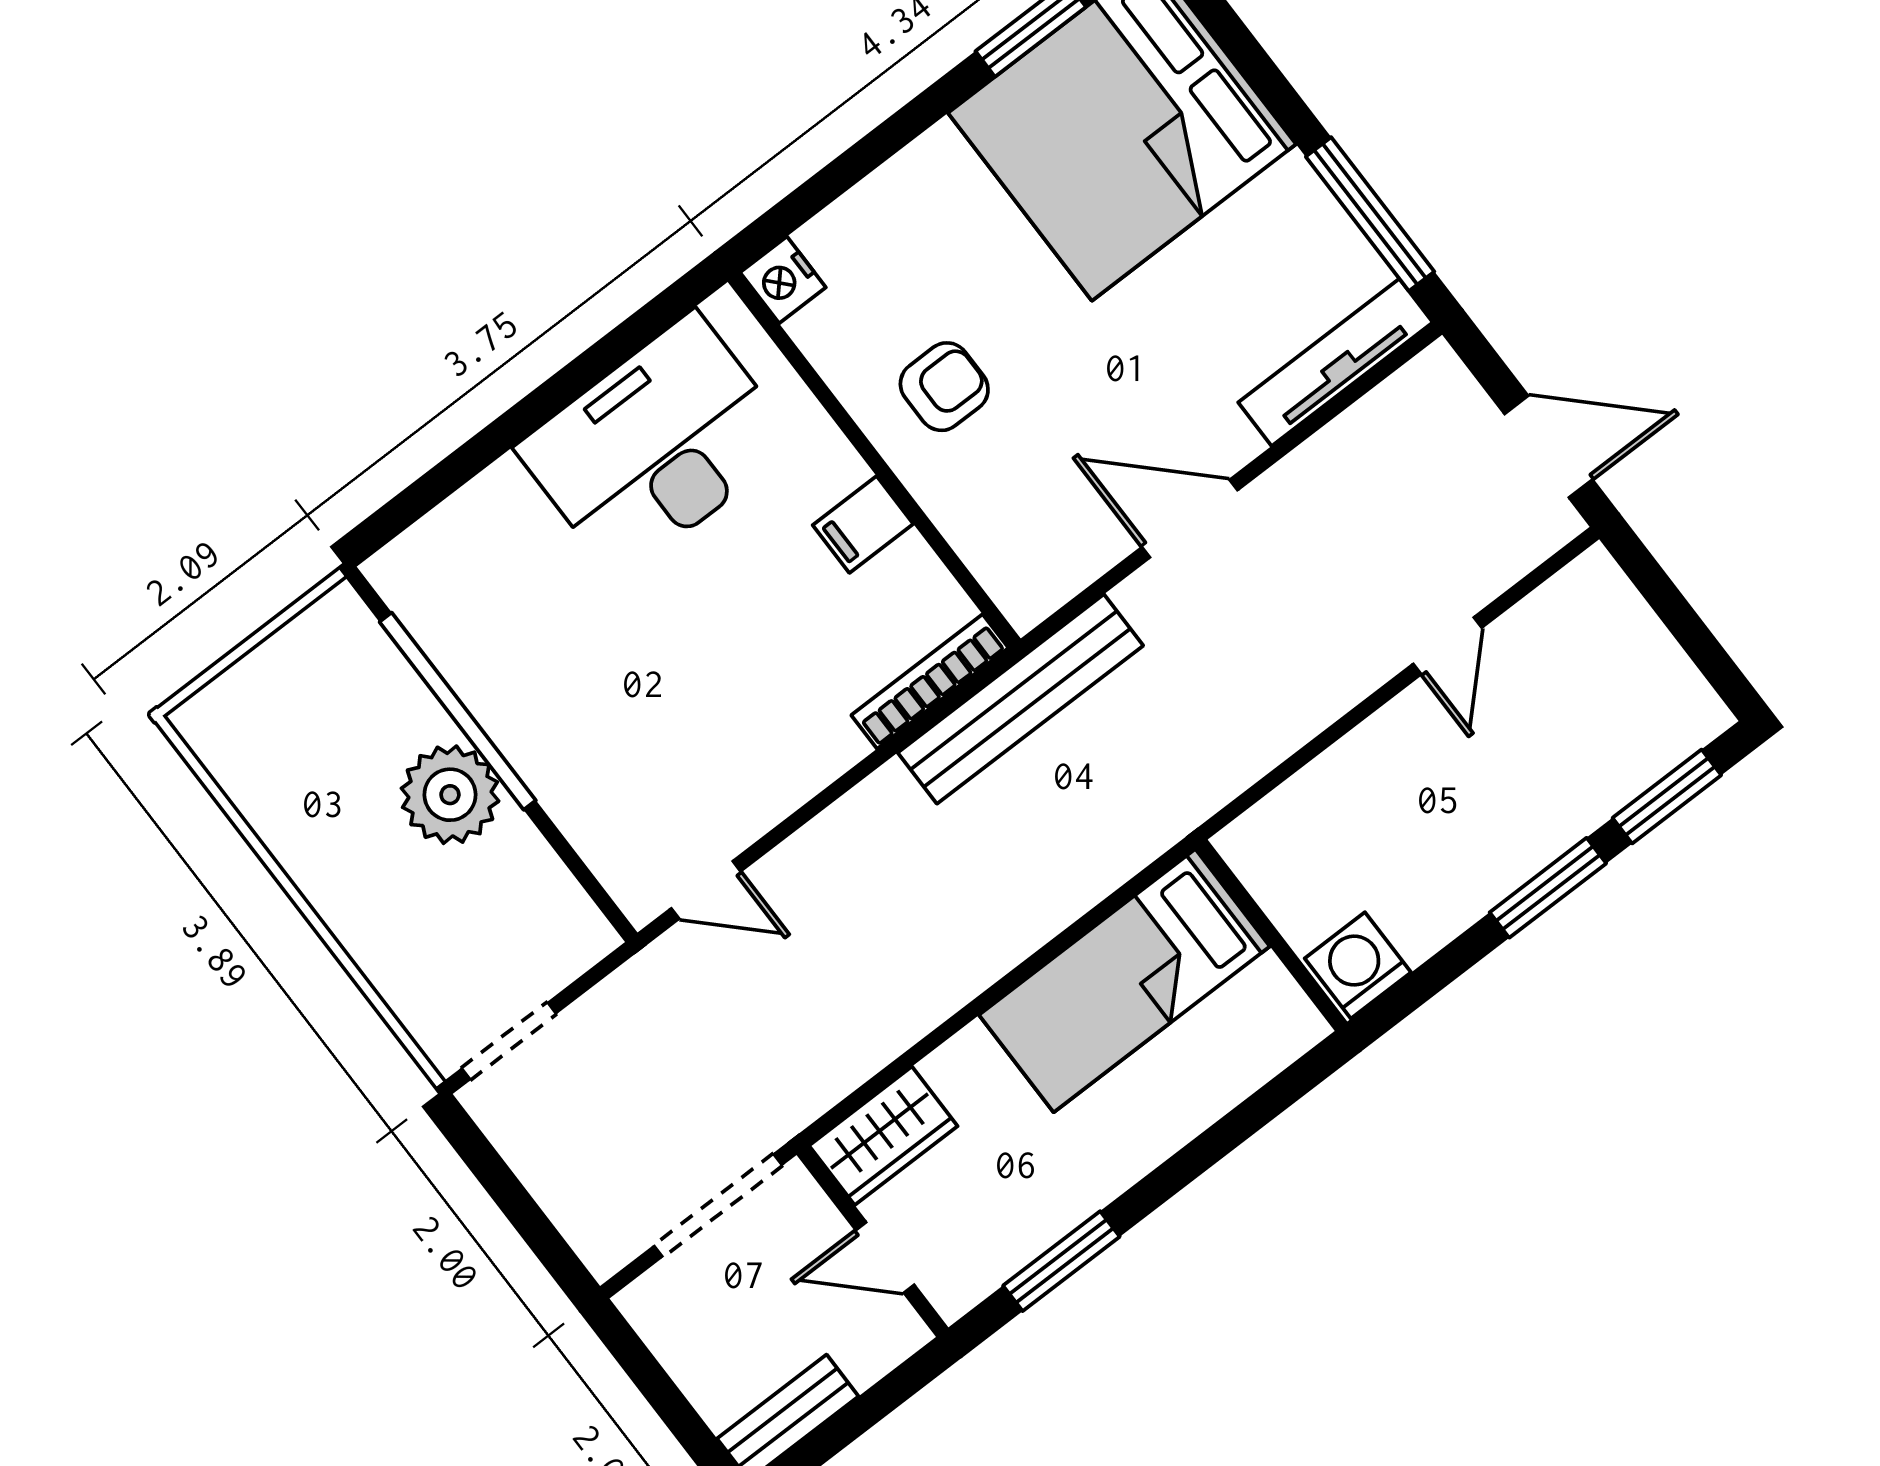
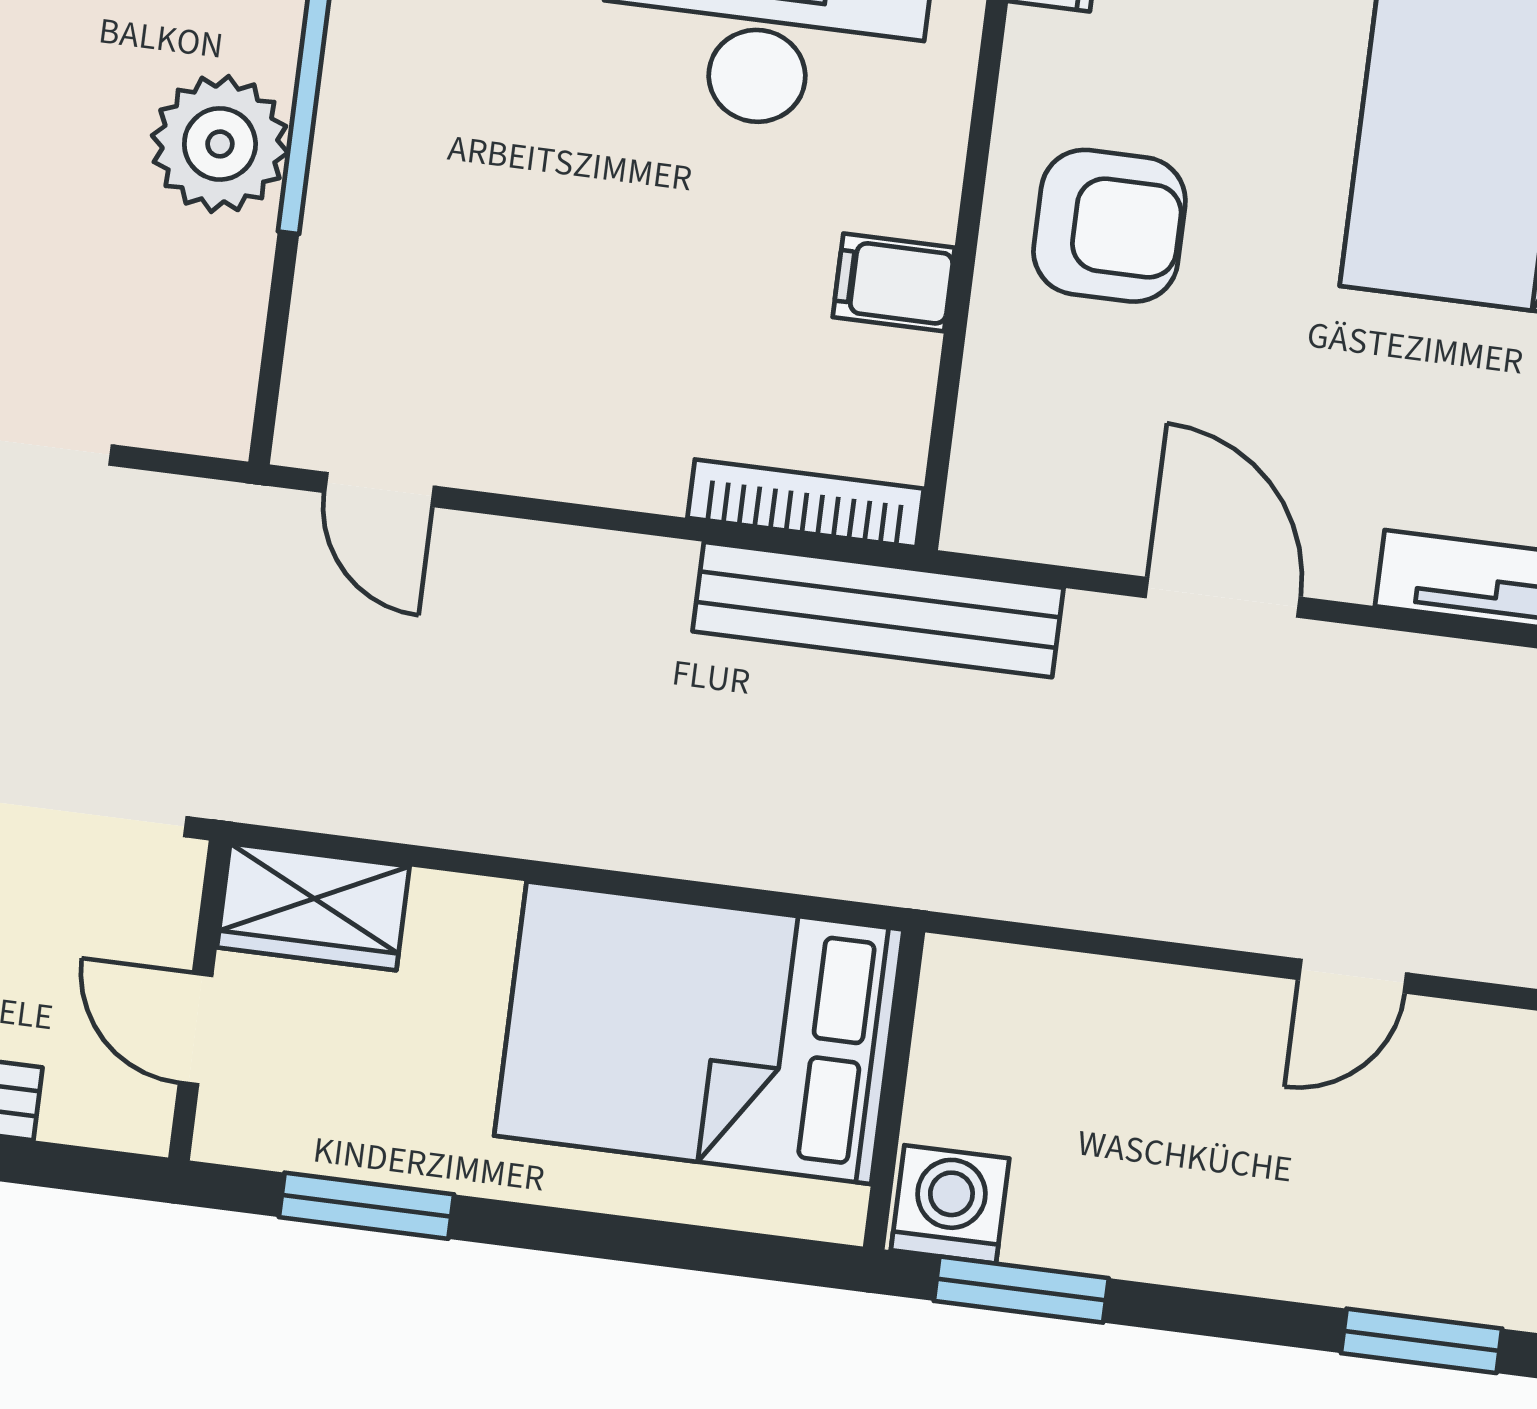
armchair: (944, 387) -> (1109, 226), width x1.38, depth x1.38
window: (1548, 888) -> (1021, 1290), moved
bed: (1124, 981) -> (699, 1033), width x1.50

